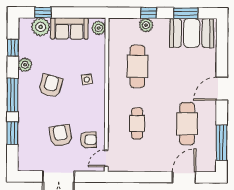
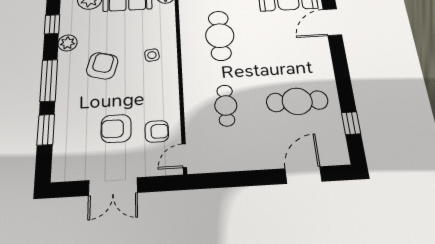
door: (222, 89) -> (332, 22), moved
cafe table: (187, 124) -> (297, 101), turned 90
armchair: (61, 136) -> (116, 129), turned -80
window: (221, 143) -> (351, 123), width x0.46

